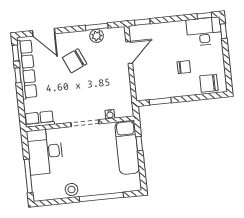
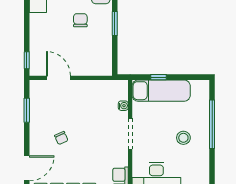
plant: (97, 36) -> (37, 111), removed
chair: (75, 61) -> (61, 138), width x0.54, depth x0.54
window: (160, 101) -> (115, 24), moved
stool: (71, 189) -> (183, 138), moved

